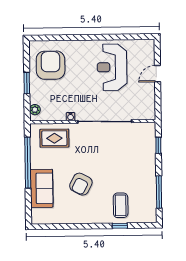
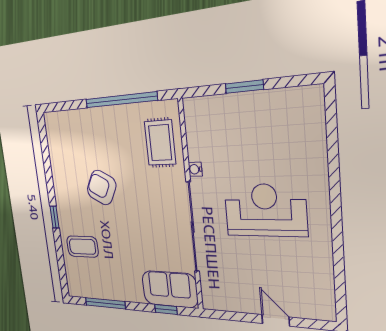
armchair: (51, 65) -> (279, 130), removed
reception desk: (112, 67) -> (265, 210), moved
plant: (35, 110) -> (201, 106), removed
sofa: (42, 188) -> (170, 289), moved, turned 180
window: (120, 226) -> (55, 217), moved

